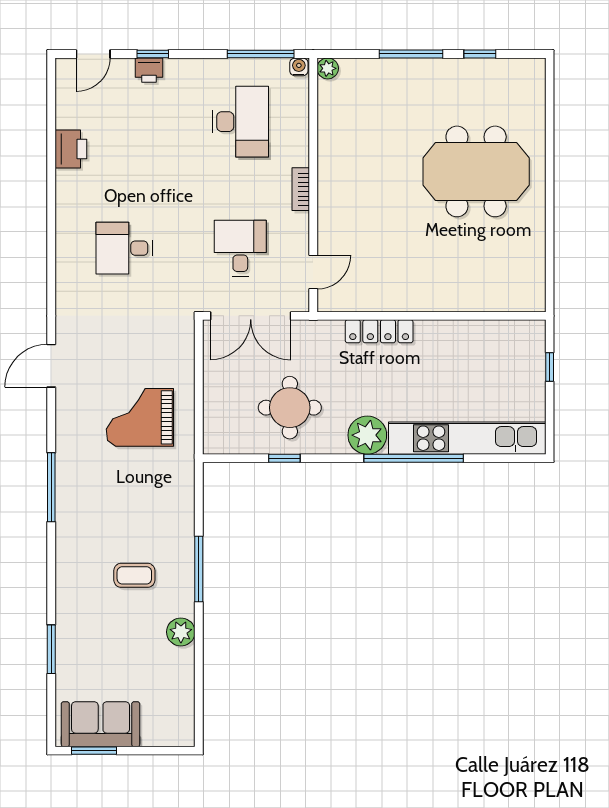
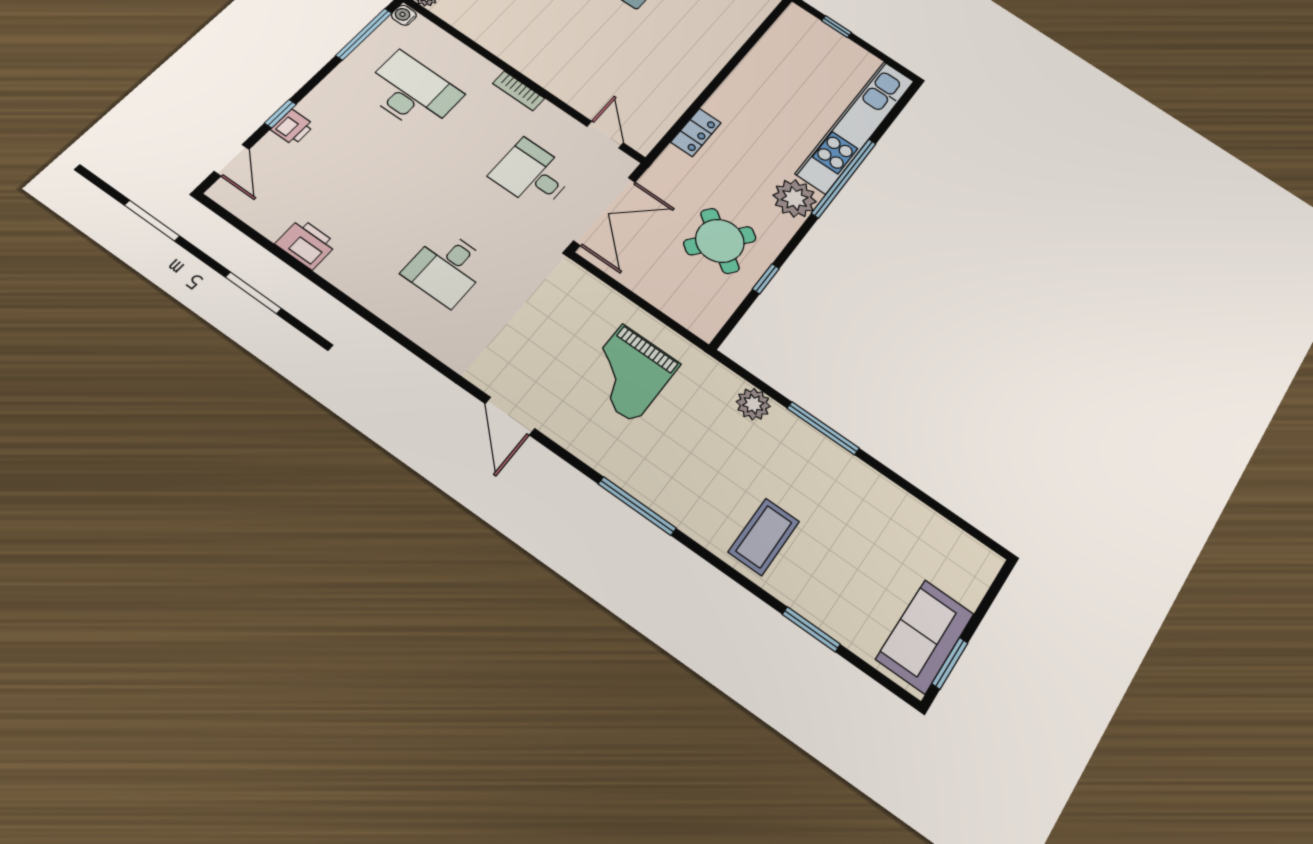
locker: (379, 331) -> (696, 132), width x0.66
round table: (290, 408) -> (720, 241), turned 37
coffee table: (134, 575) -> (764, 537), moved, width x1.36, depth x1.30
plant: (181, 632) -> (753, 404), moved

